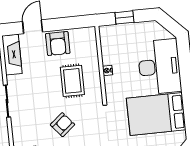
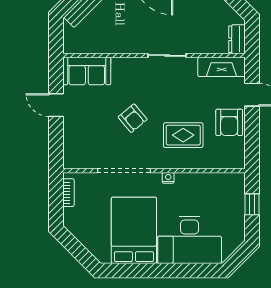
armchair: (58, 43) -> (229, 122), turned -90
nightstand: (107, 71) -> (168, 178), moved

